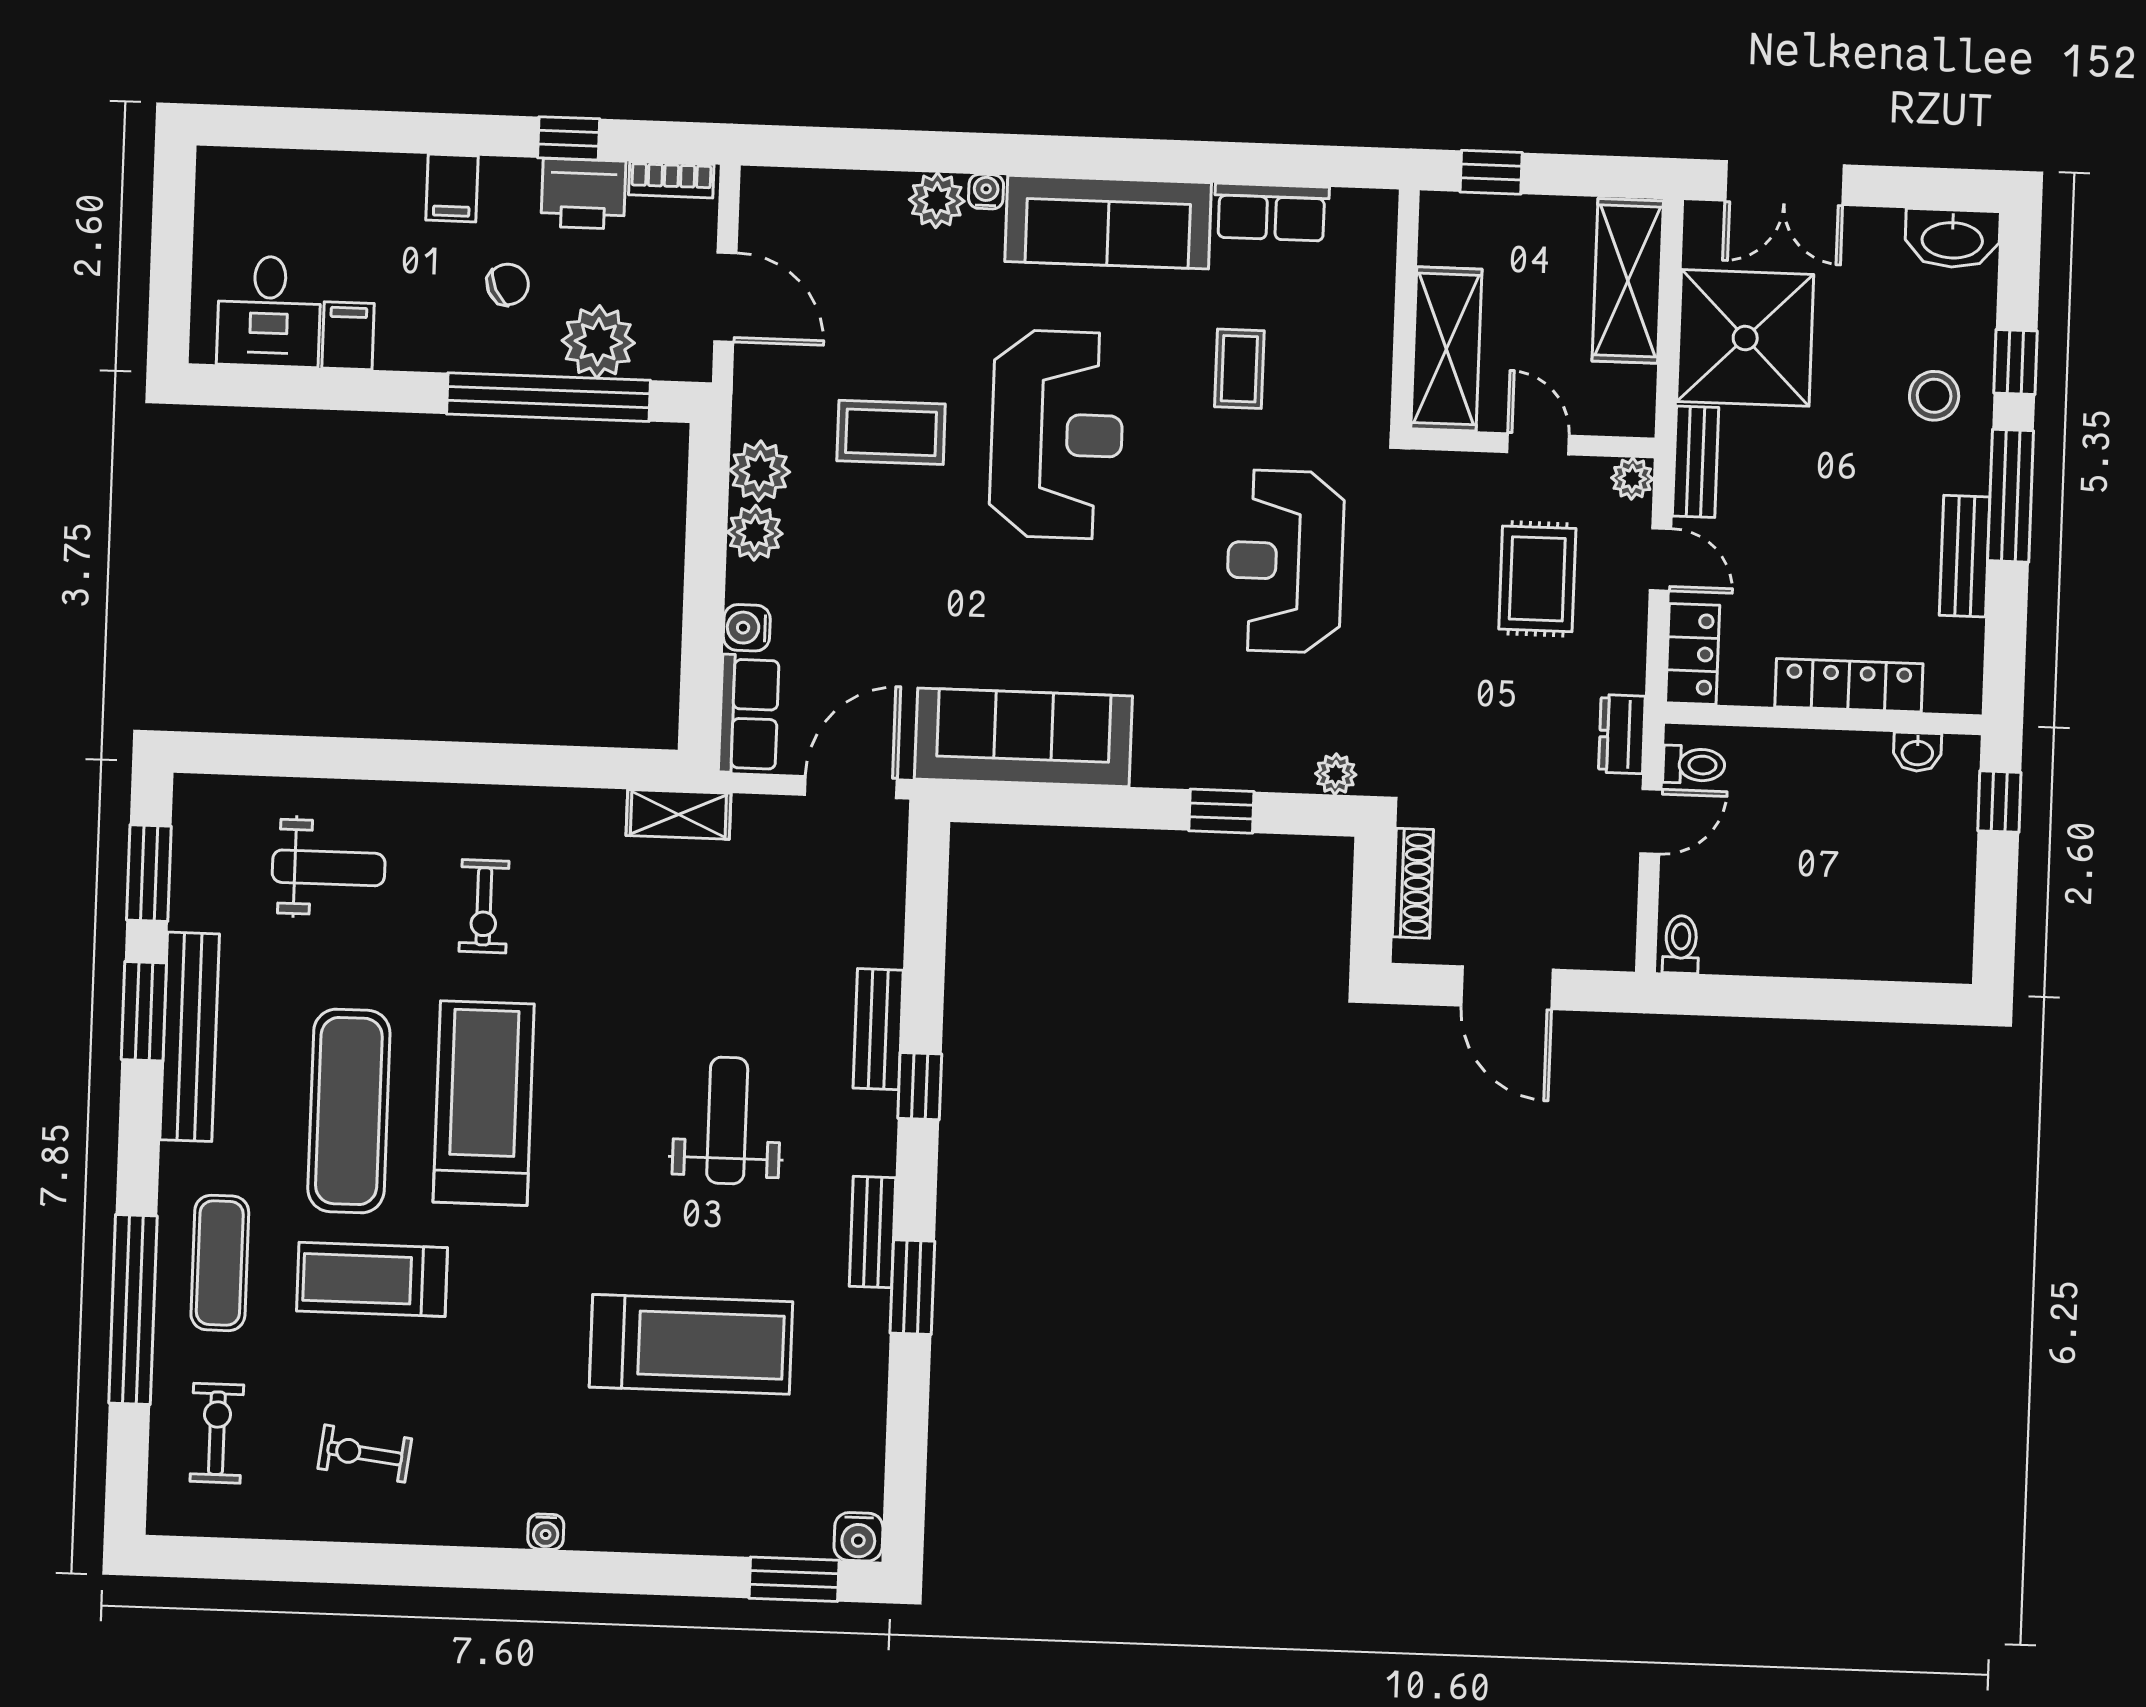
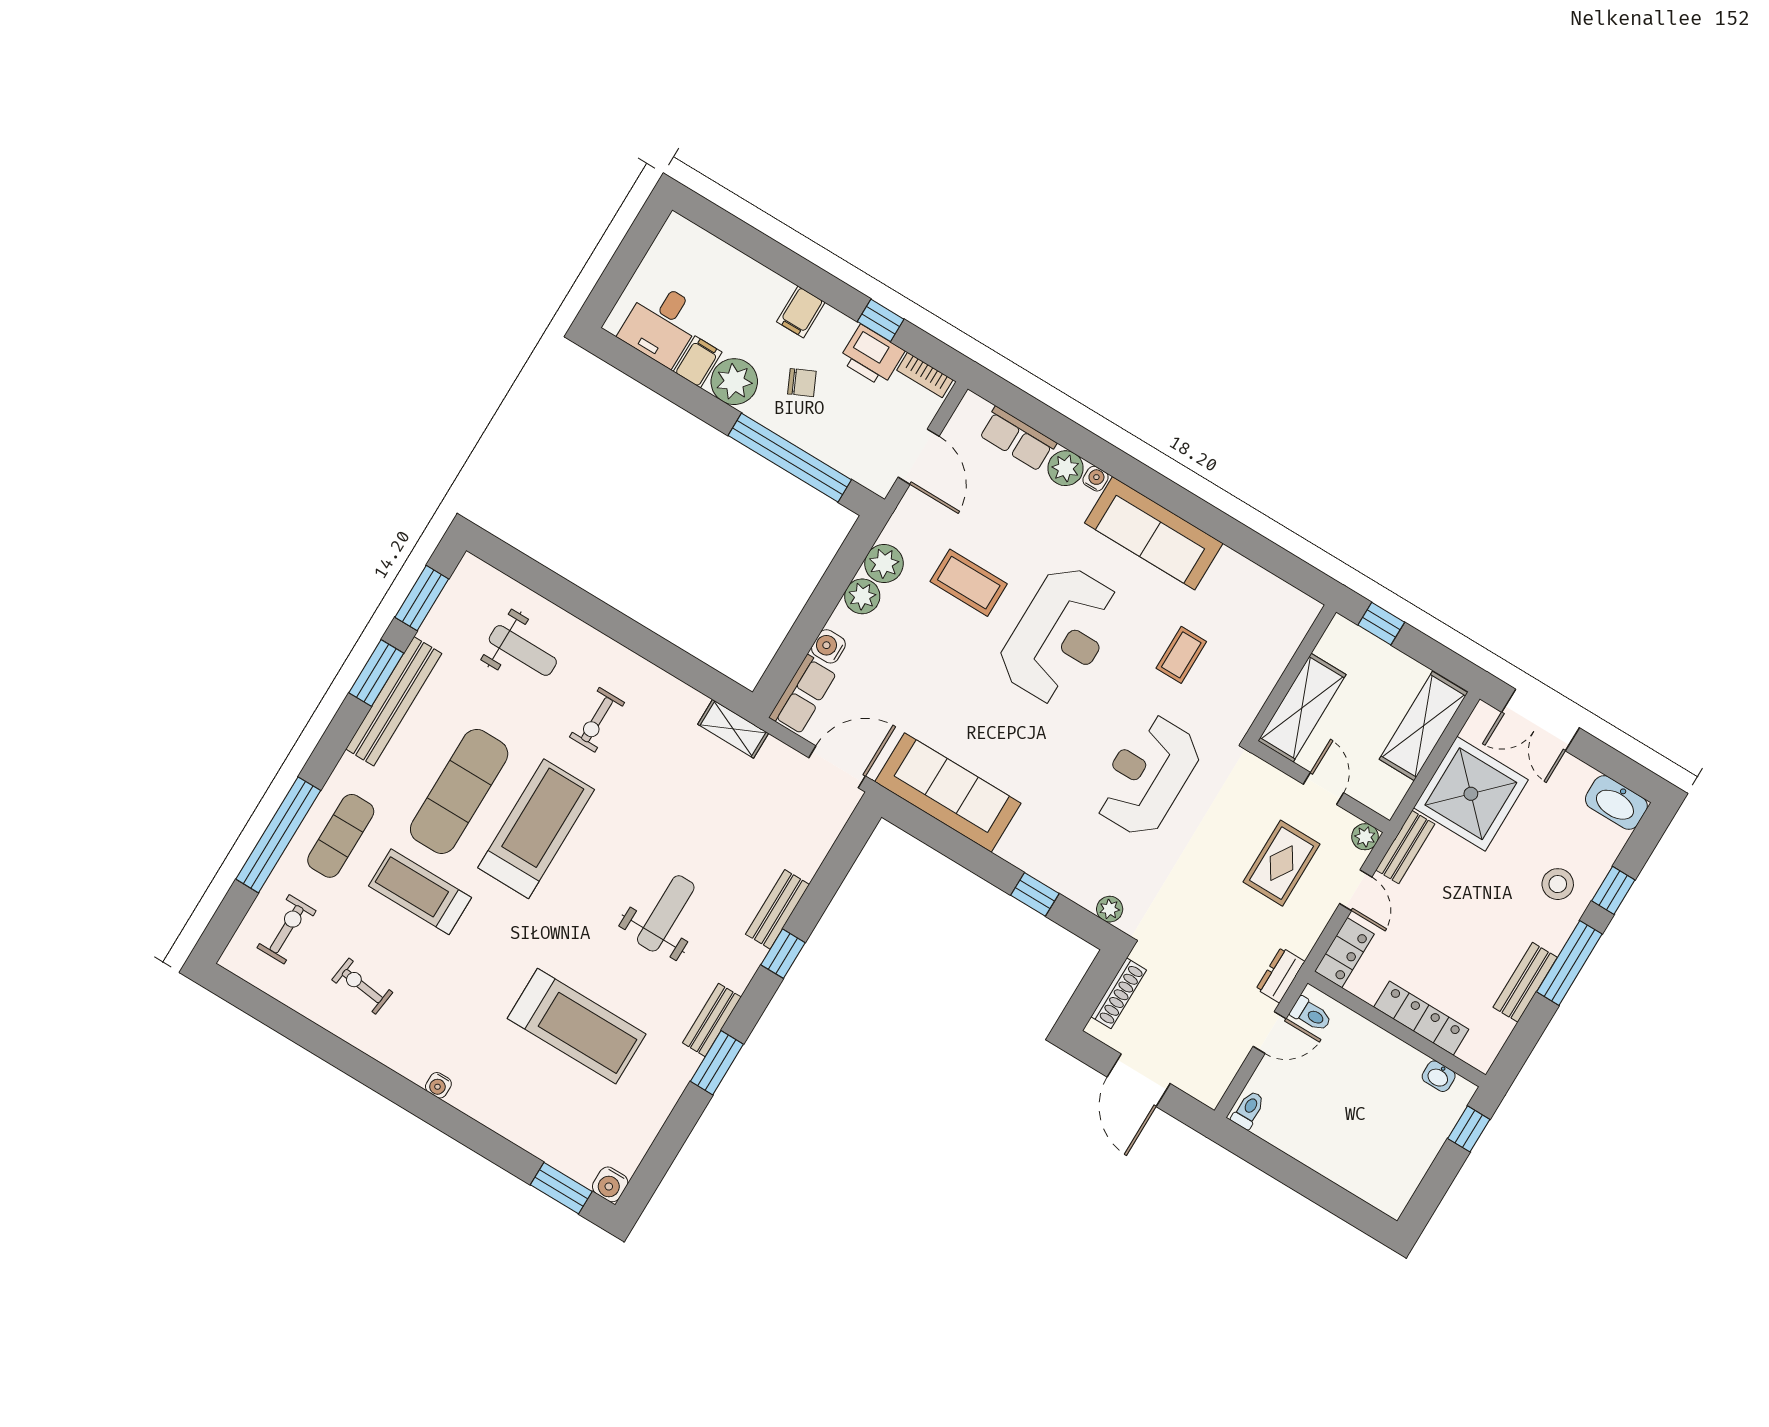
row of seats: (1271, 212) -> (1018, 439), moved
plant: (598, 342) -> (734, 382), moved

